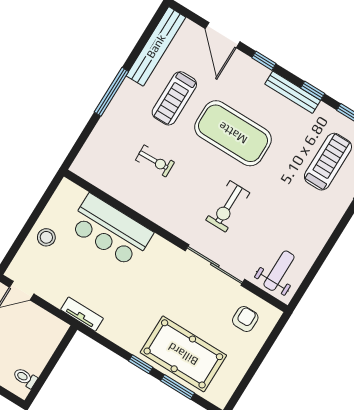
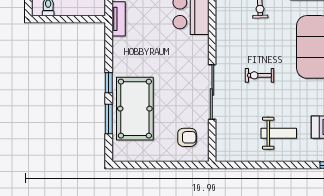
exercise bike: (228, 206) -> (260, 75), width x0.73, depth x0.72
weight bench: (279, 271) -> (279, 133), moved

